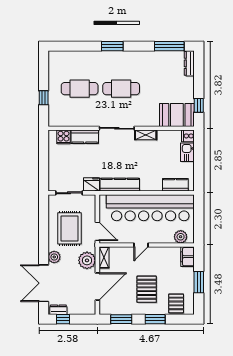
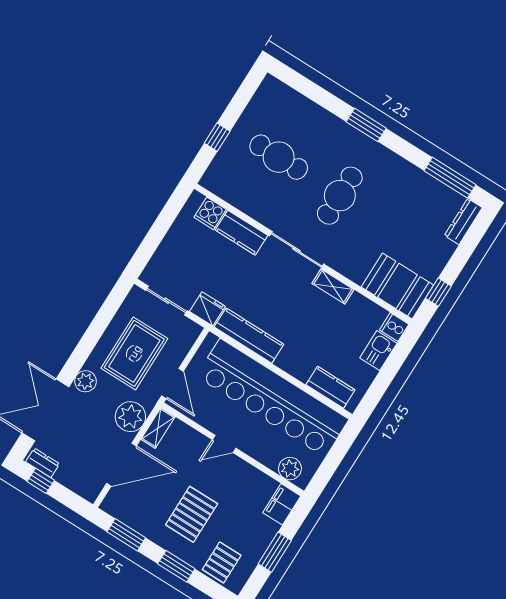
cafe table: (121, 89) -> (340, 196), turned 90

